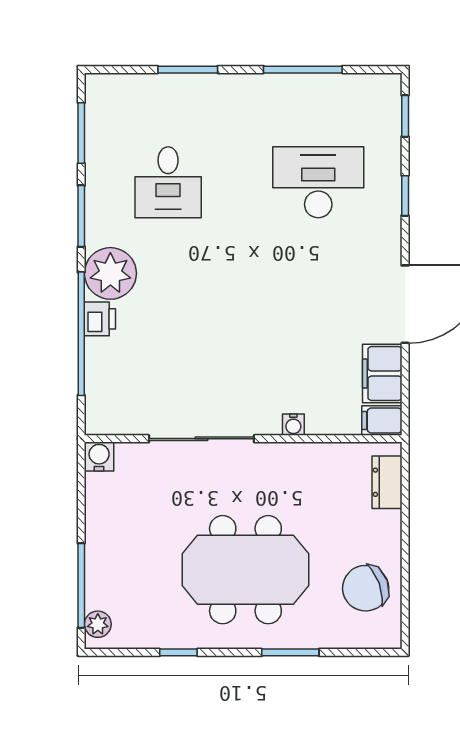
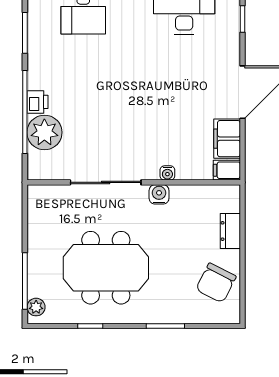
plant: (110, 273) -> (44, 132), moved
water cooler: (99, 456) -> (159, 194), moved
dresser: (387, 482) -> (230, 231), moved
meeting table: (245, 570) -> (106, 268), moved
chair: (366, 588) -> (216, 283), turned -43

